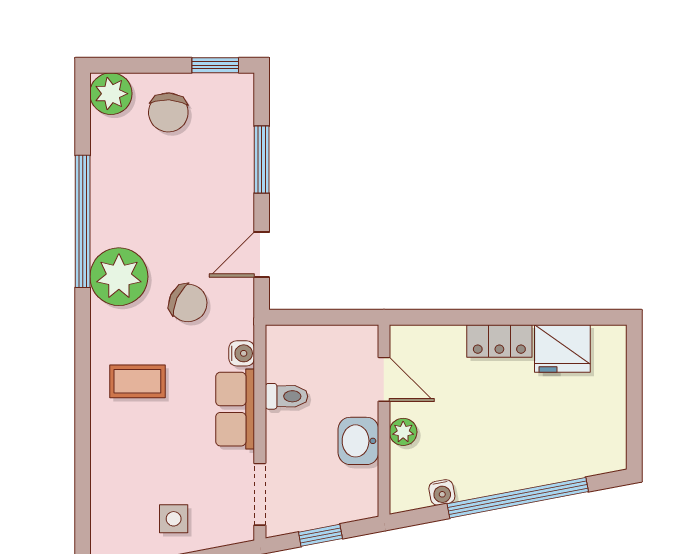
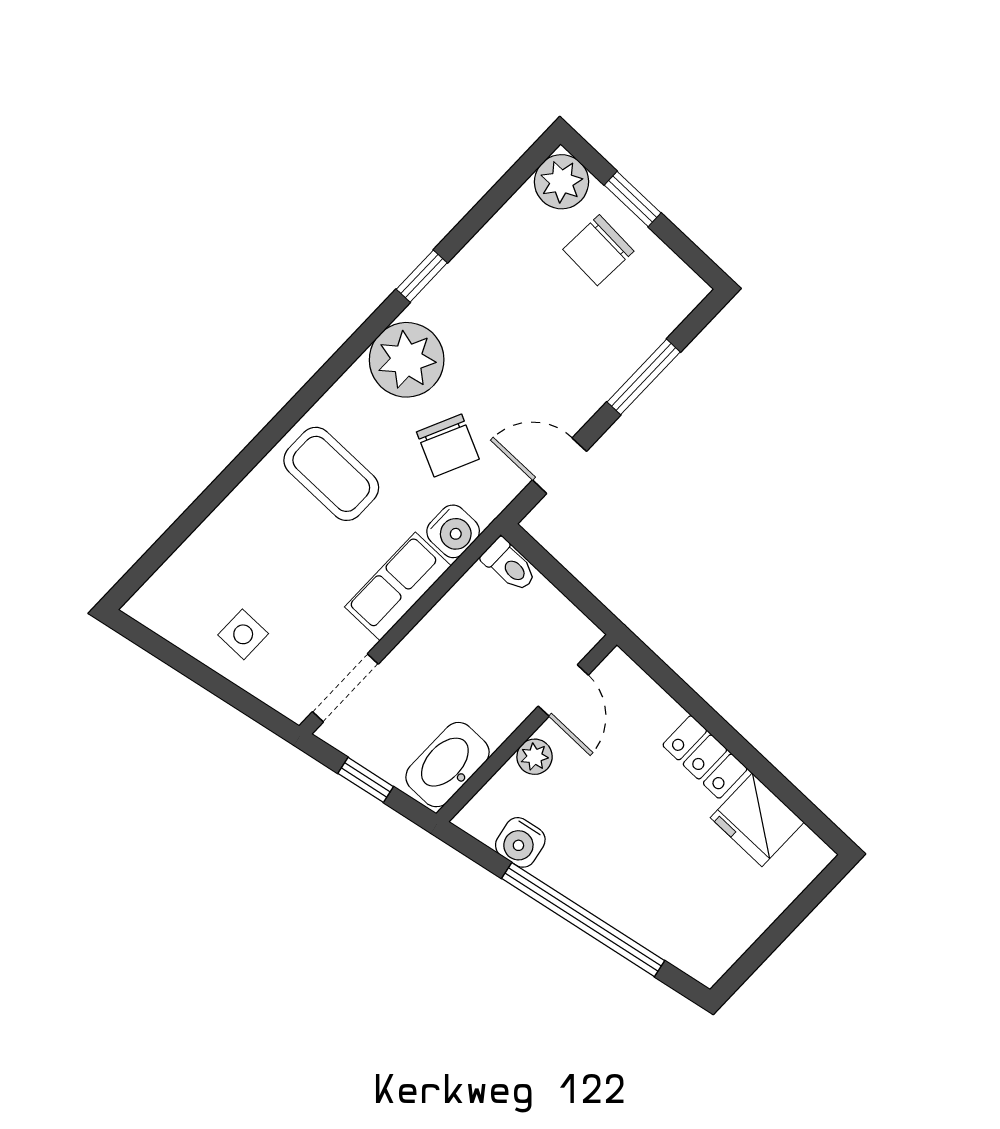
window: (215, 65) -> (633, 199), moved
window: (83, 221) -> (422, 276), width x0.32
water cooler: (242, 353) -> (453, 531), width x1.38, depth x1.38
coffee table: (137, 381) -> (331, 474), width x1.36, depth x1.30
toilet: (286, 396) -> (509, 565), moved
washbasin: (358, 441) -> (448, 765), moved, width x1.38
water cooler: (442, 492) -> (520, 842), width x1.38, depth x1.38

